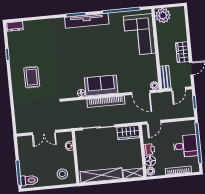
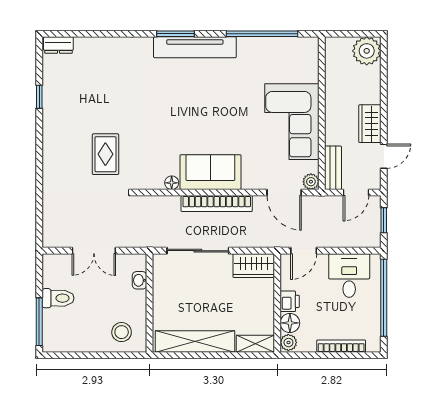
plant: (163, 15) -> (367, 51), moved
corner sofa: (139, 35) -> (292, 122), moved
rug: (32, 77) -> (105, 154), moved
desk: (186, 146) -> (349, 275), moved, turned -90
toilet: (29, 180) -> (58, 298), moved

